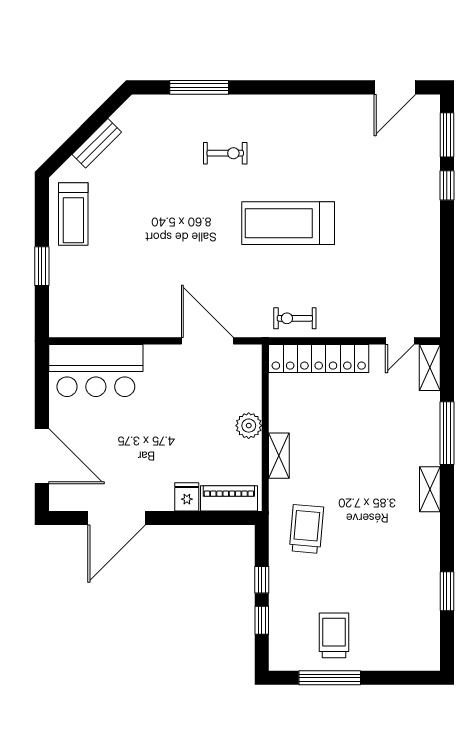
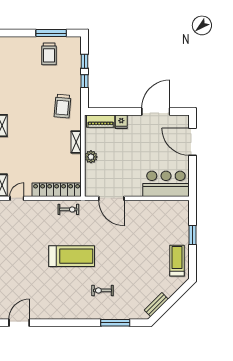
bench: (97, 143) -> (156, 305), moved

